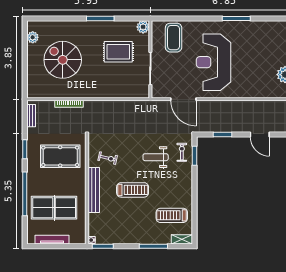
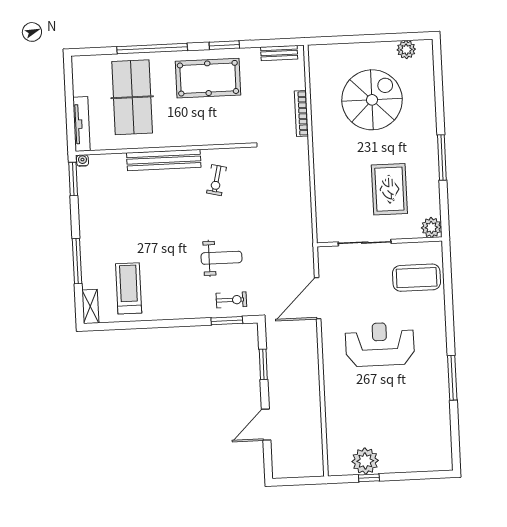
reception desk: (213, 62) -> (380, 344), width x0.74, depth x0.77
pool table: (60, 156) -> (208, 78), moved, turned 90
weight bench: (156, 157) -> (221, 258), turned 90
treadmill: (133, 190) -> (167, 223), removed
tv unit: (52, 240) -> (81, 124), moved

